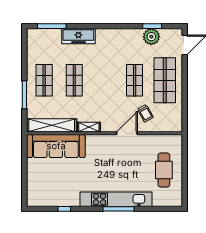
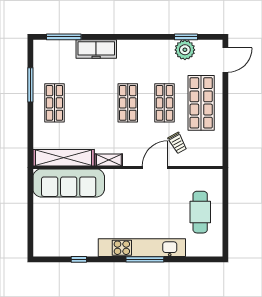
shop shelf: (74, 80) -> (128, 103), moved
window: (24, 95) -> (30, 85), moved

